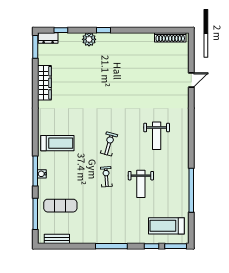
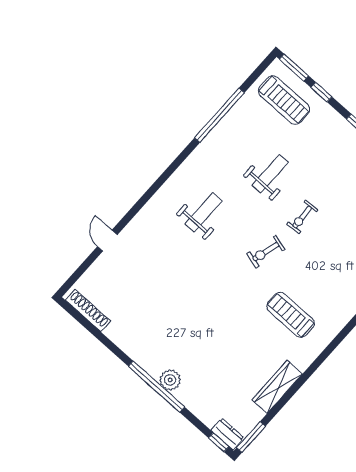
window: (61, 30) -> (219, 442), moved
window: (103, 30) -> (156, 387), width x3.17
plant: (89, 39) -> (170, 380), moved
door: (191, 80) -> (107, 241), hinge flipped
treadmill: (57, 143) -> (291, 315), moved

